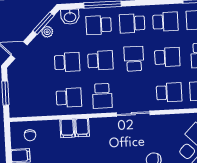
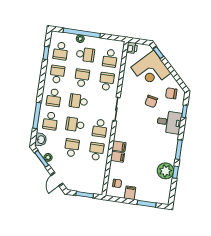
school desk: (100, 60) -> (75, 125), turned -90
school desk: (102, 96) -> (100, 128), turned 90

